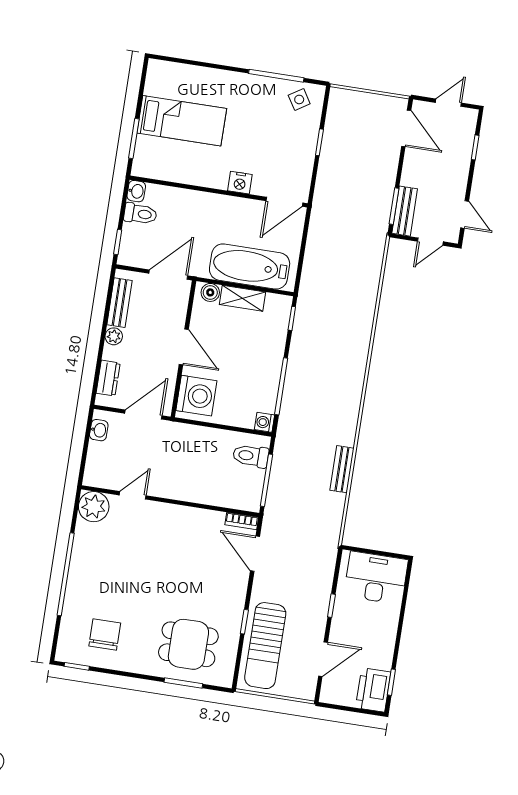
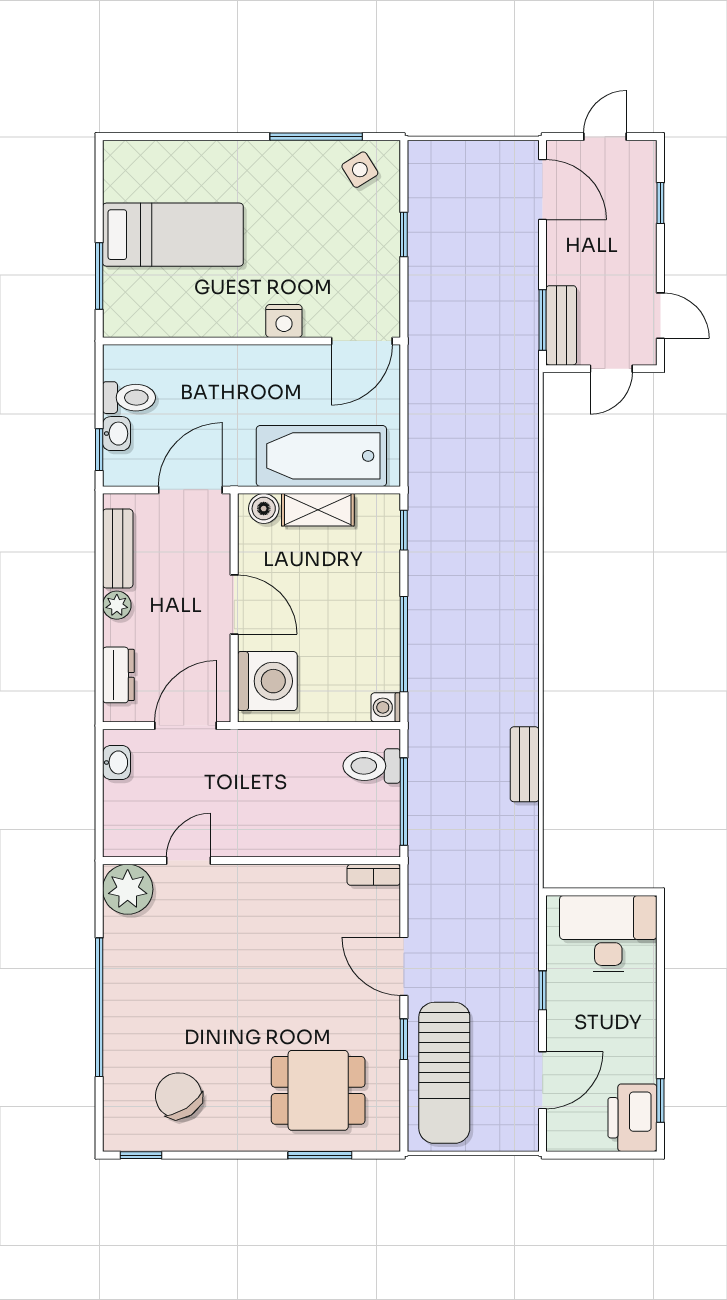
washbasin: (136, 191) -> (116, 434), moved
door: (255, 554) -> (404, 966), moved
chair: (105, 634) -> (179, 1096), turned -33

